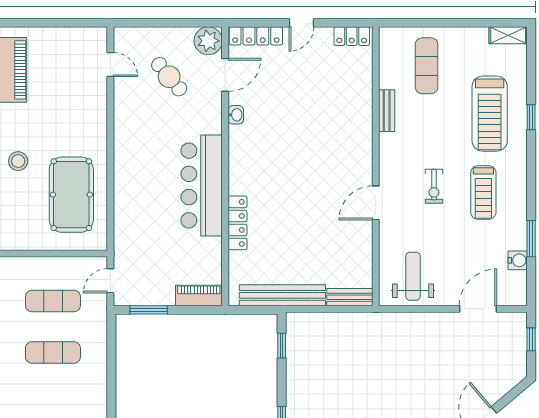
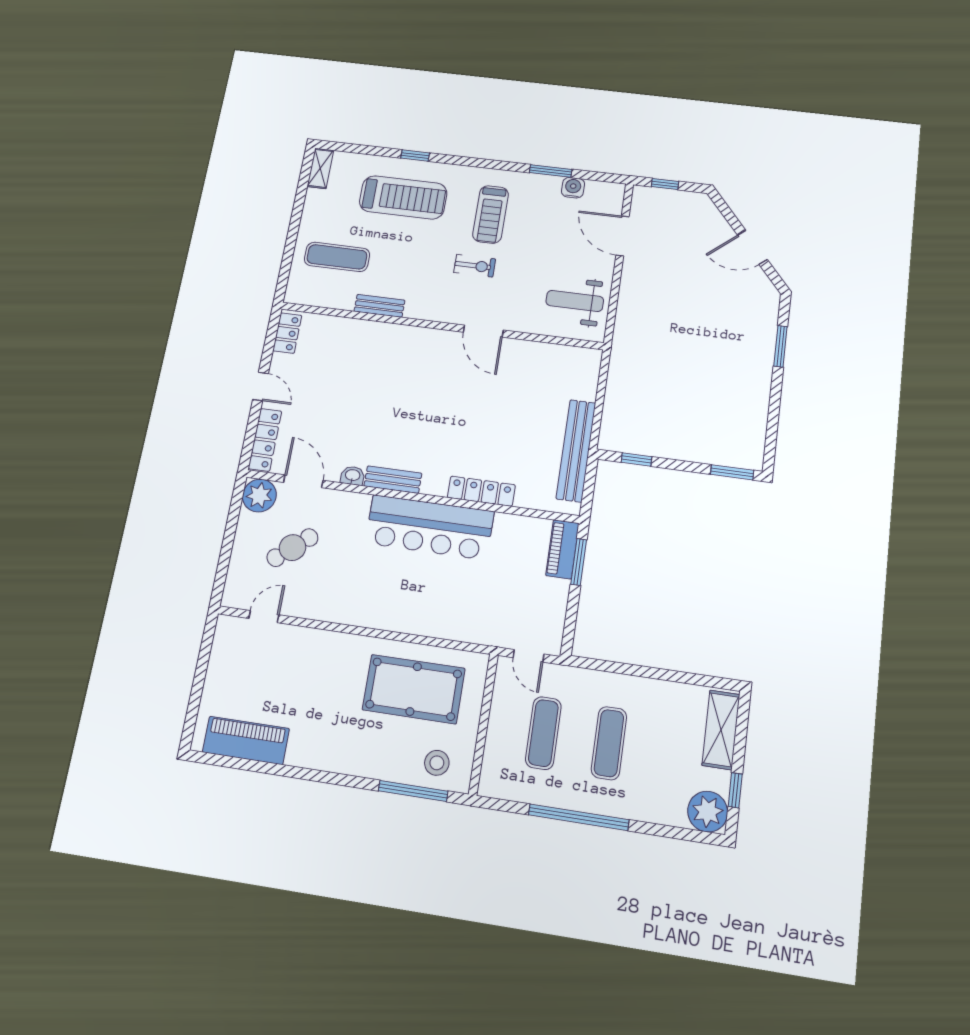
stool: (18, 161) -> (437, 763), moved
treadmill: (483, 193) -> (491, 214), turned 90
bench: (350, 297) -> (393, 480), moved, turned 90
window: (149, 310) -> (579, 562), moved

